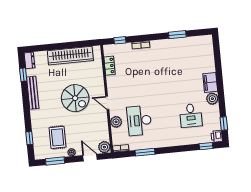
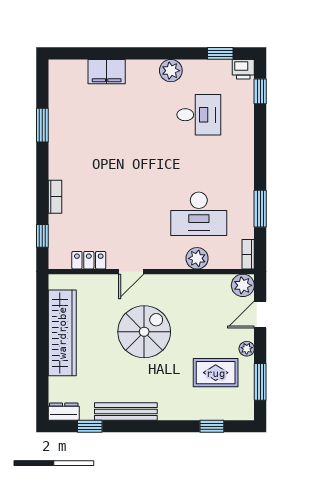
filing cabinet: (210, 82) -> (107, 72), moved
door: (107, 103) -> (131, 272), moved

